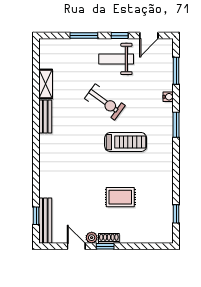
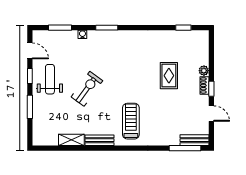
weight bench: (116, 59) -> (50, 79), turned 180
treadmill: (126, 142) -> (131, 121), moved
window: (36, 216) -> (185, 148), width x2.17
bench: (45, 221) -> (194, 140), width x0.73
plant: (92, 238) -> (204, 71), moved
door: (76, 246) -> (211, 114), swing flipped

